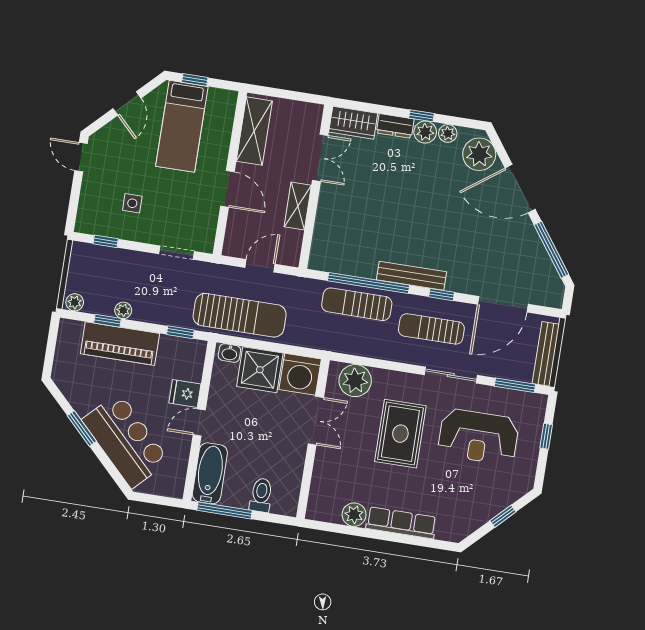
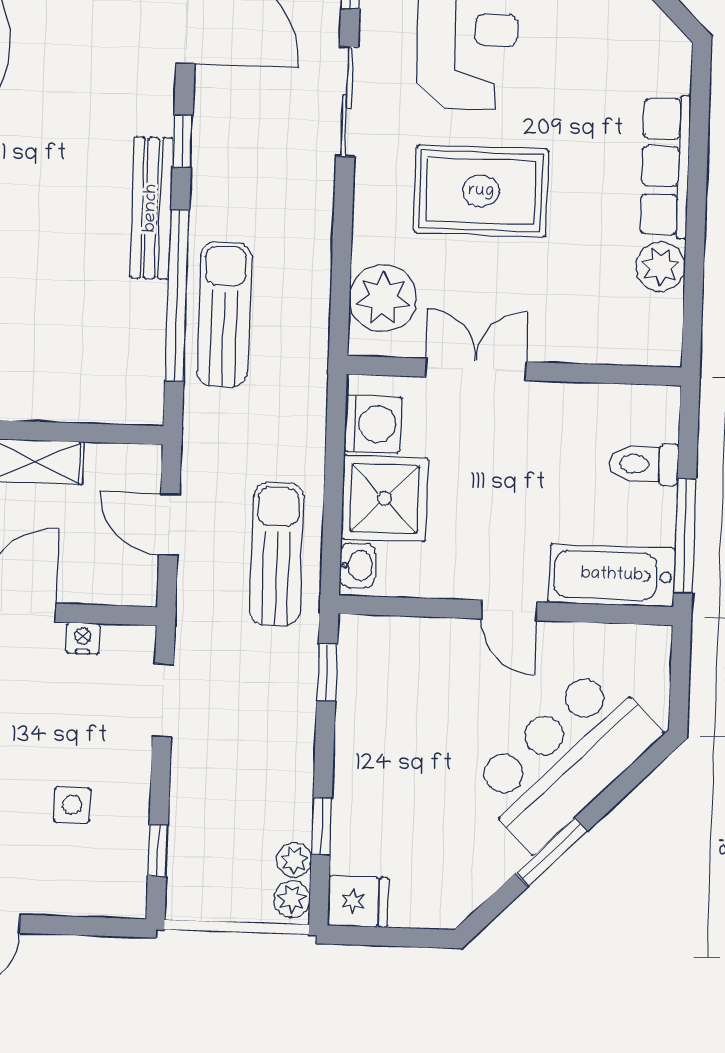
nightstand: (211, 218) -> (83, 638), added
sun lounger: (357, 304) -> (224, 314), turned 180
plant: (123, 310) -> (294, 860), moved
sun lounger: (240, 315) -> (277, 554), width x0.73, depth x0.75
sun lounger: (431, 329) -> (256, 153), removed
piano: (120, 344) -> (366, 795), removed
washing machine: (300, 374) -> (373, 424), width x0.73, depth x0.73
fridge: (185, 394) -> (358, 902), moved, turned -90

